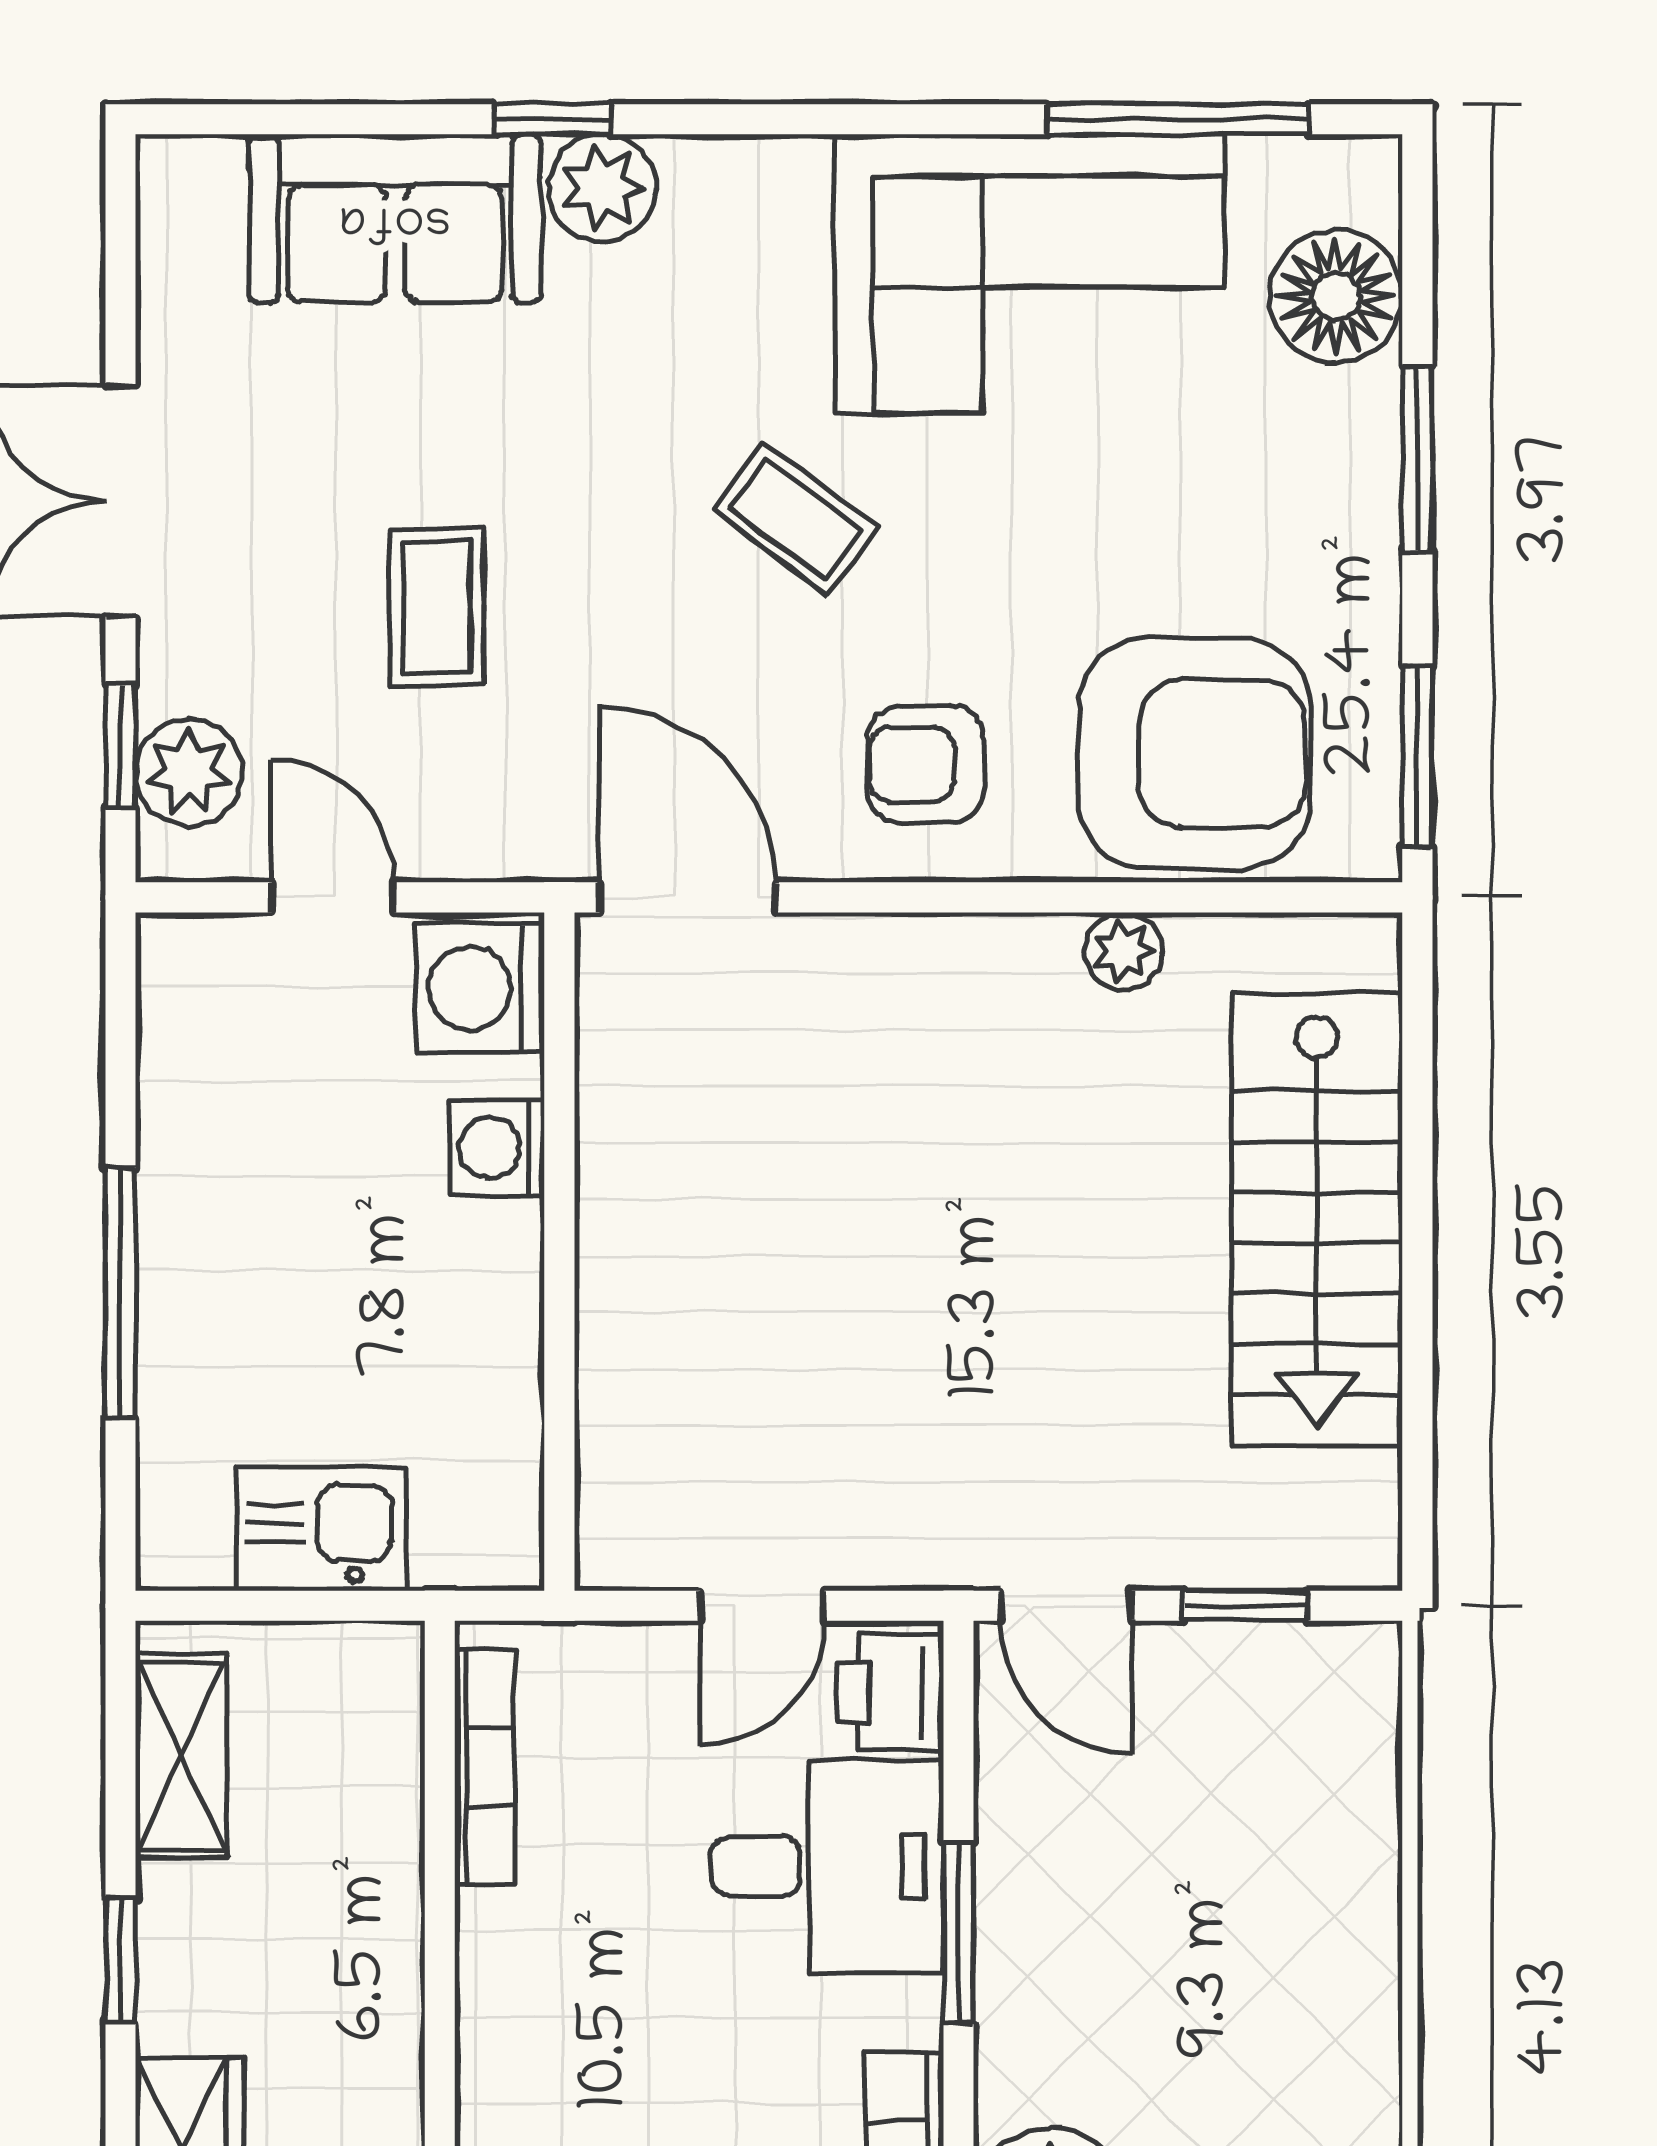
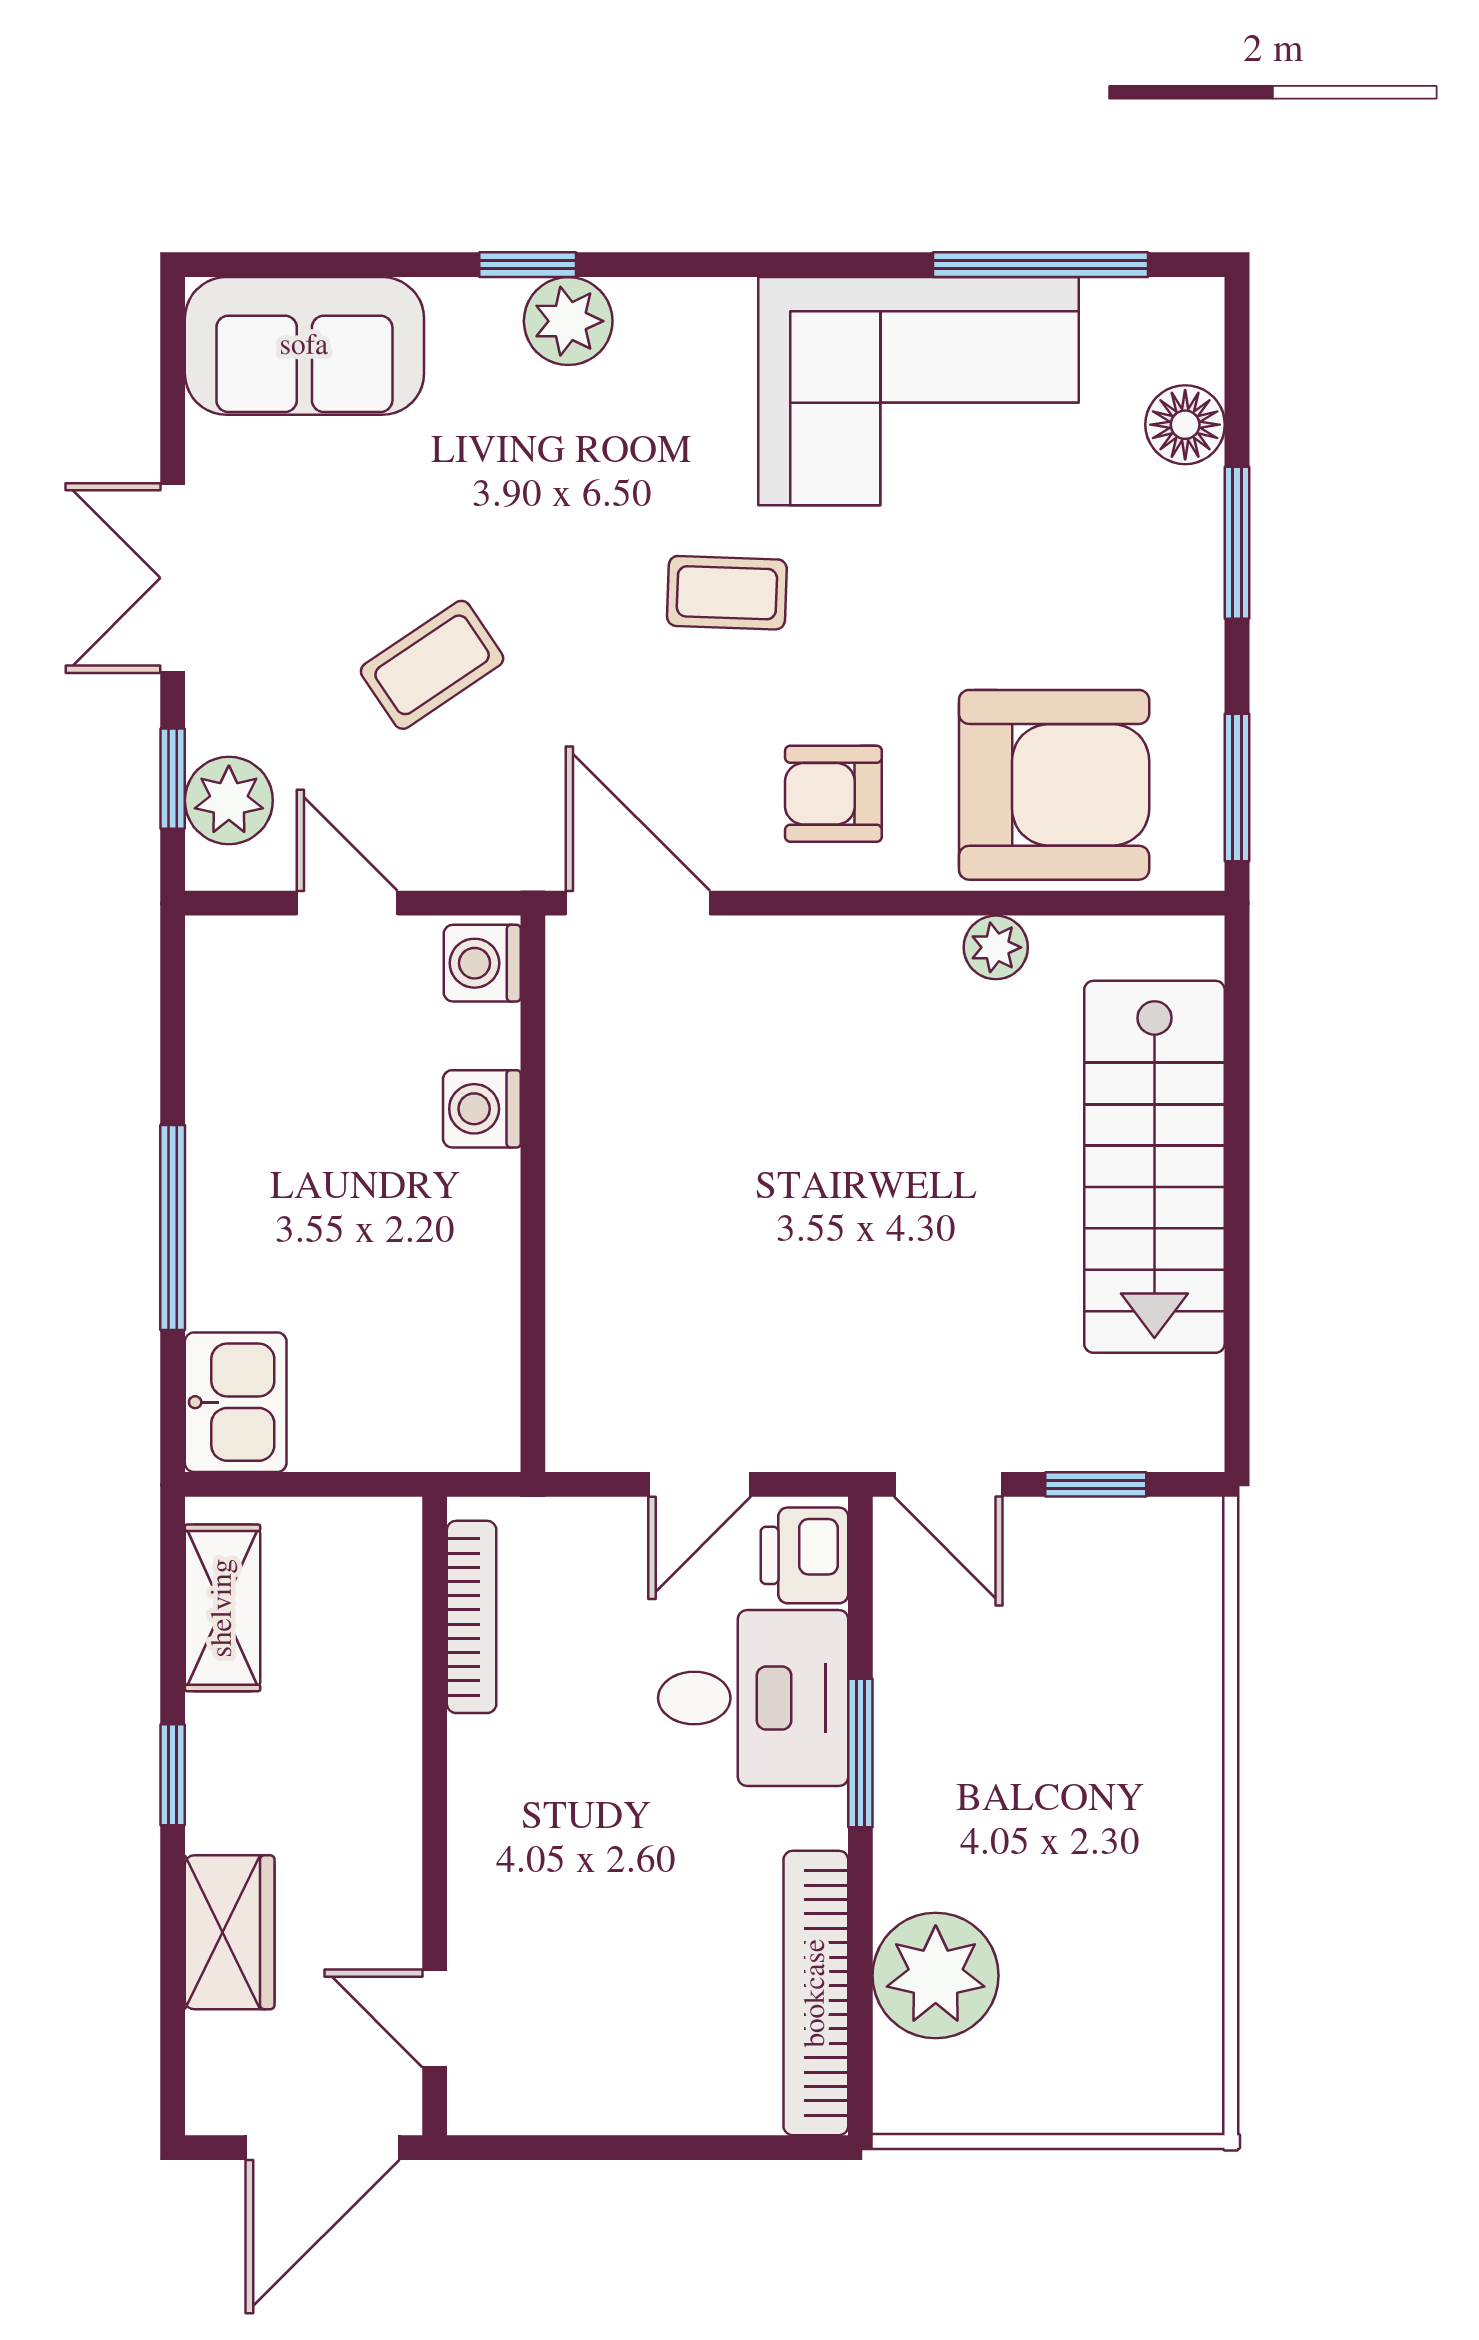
sofa: (395, 218) -> (304, 346), moved
floor lamp: (1336, 296) -> (1185, 425), width x0.73, depth x0.73
coffee table: (796, 519) -> (727, 593), turned -35
coffee table: (437, 607) -> (432, 665), turned 56
washing machine: (480, 988) -> (482, 963), width x0.73, depth x0.73
kitchen sink: (321, 1529) -> (236, 1402), moved, turned 90

